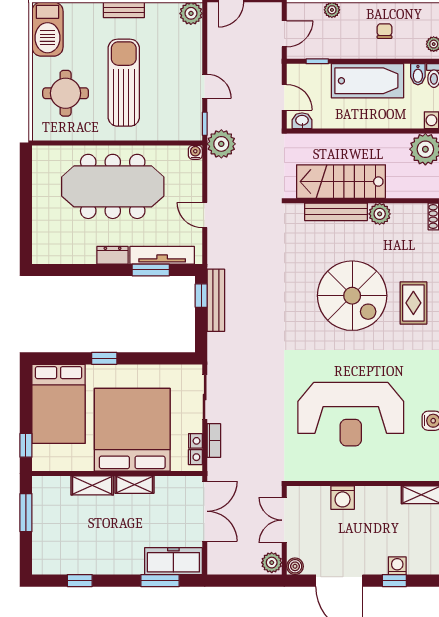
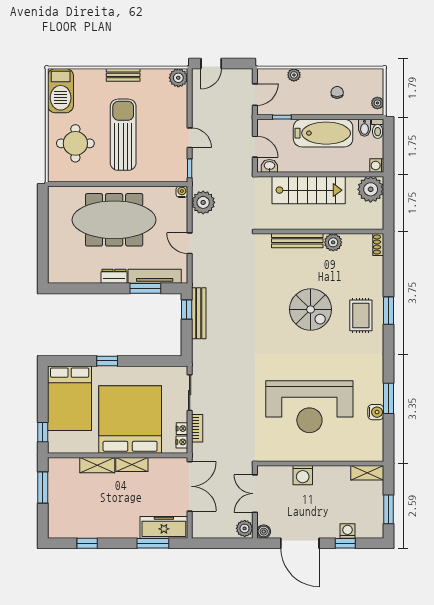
plant: (221, 144) -> (203, 202), moved
stairs: (341, 182) -> (309, 190), moved, turned 180
spiral stairs: (352, 296) -> (311, 309), width x0.73, depth x0.73

